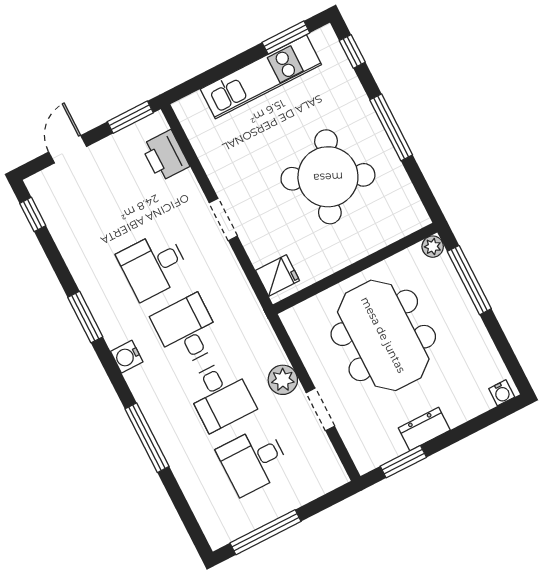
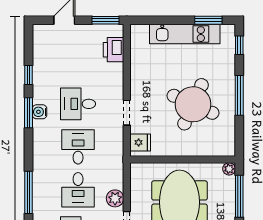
window: (33, 214) -> (28, 75), moved
doorway: (223, 219) -> (127, 113), moved
water cooler: (127, 357) -> (40, 112), moved

